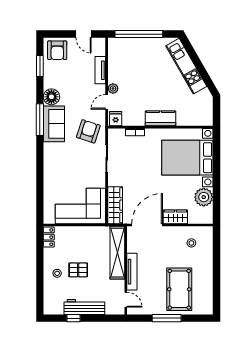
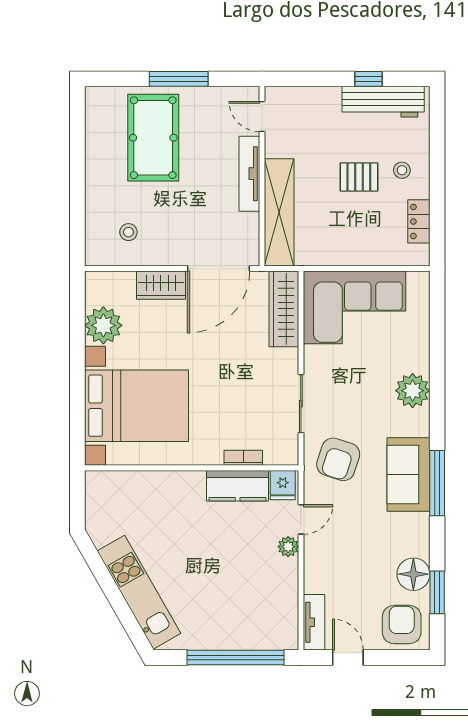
tv unit: (100, 70) -> (314, 622), moved
floor lamp: (51, 97) -> (413, 574), moved
kitchen counter: (160, 118) -> (238, 486), moved
plant: (52, 165) -> (413, 391), added
locker: (49, 237) -> (419, 221), moved
workbench: (84, 307) -> (383, 102), moved

